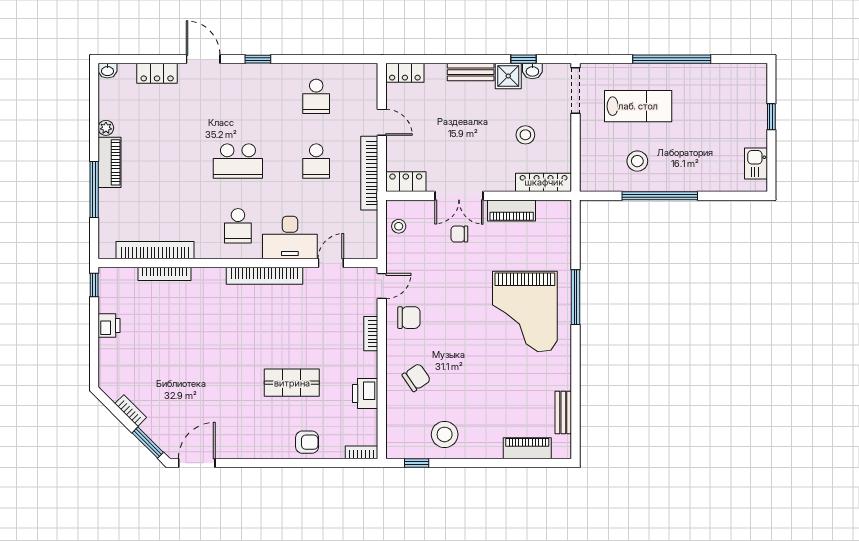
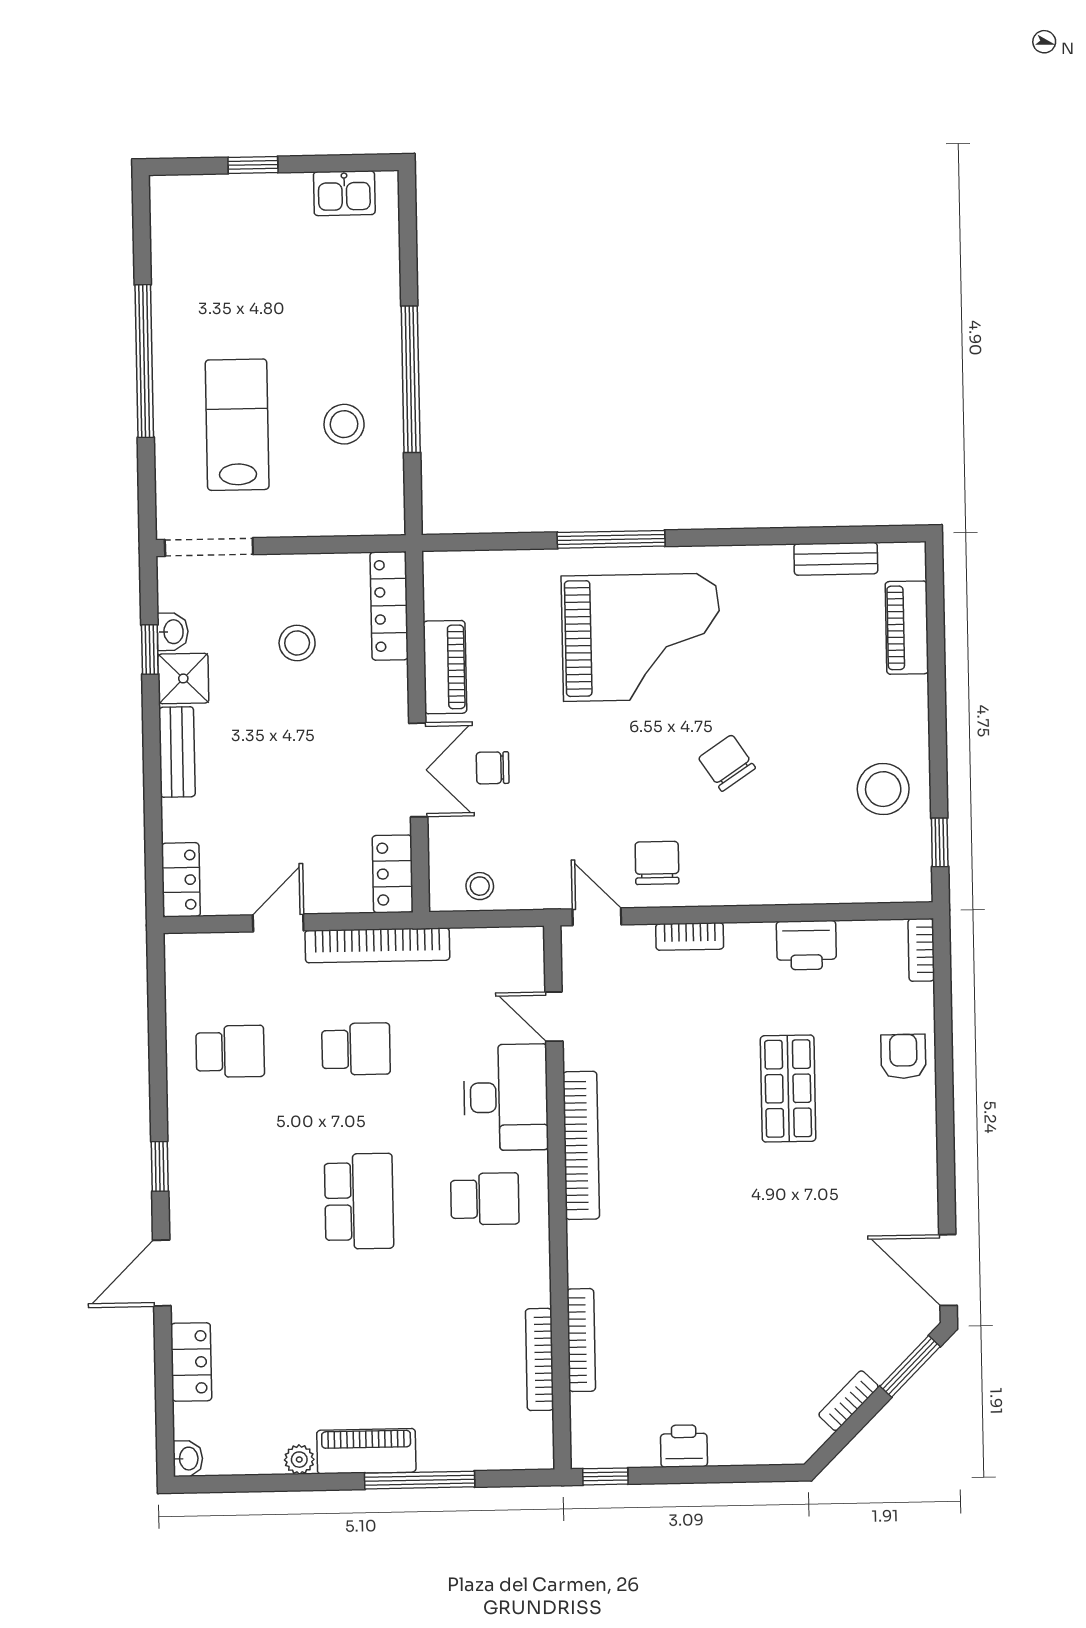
chair: (459, 234) -> (493, 768), turned 90
bookcase: (155, 250) -> (539, 1359), width x0.68, depth x0.76
chair: (416, 378) -> (727, 763), moved

